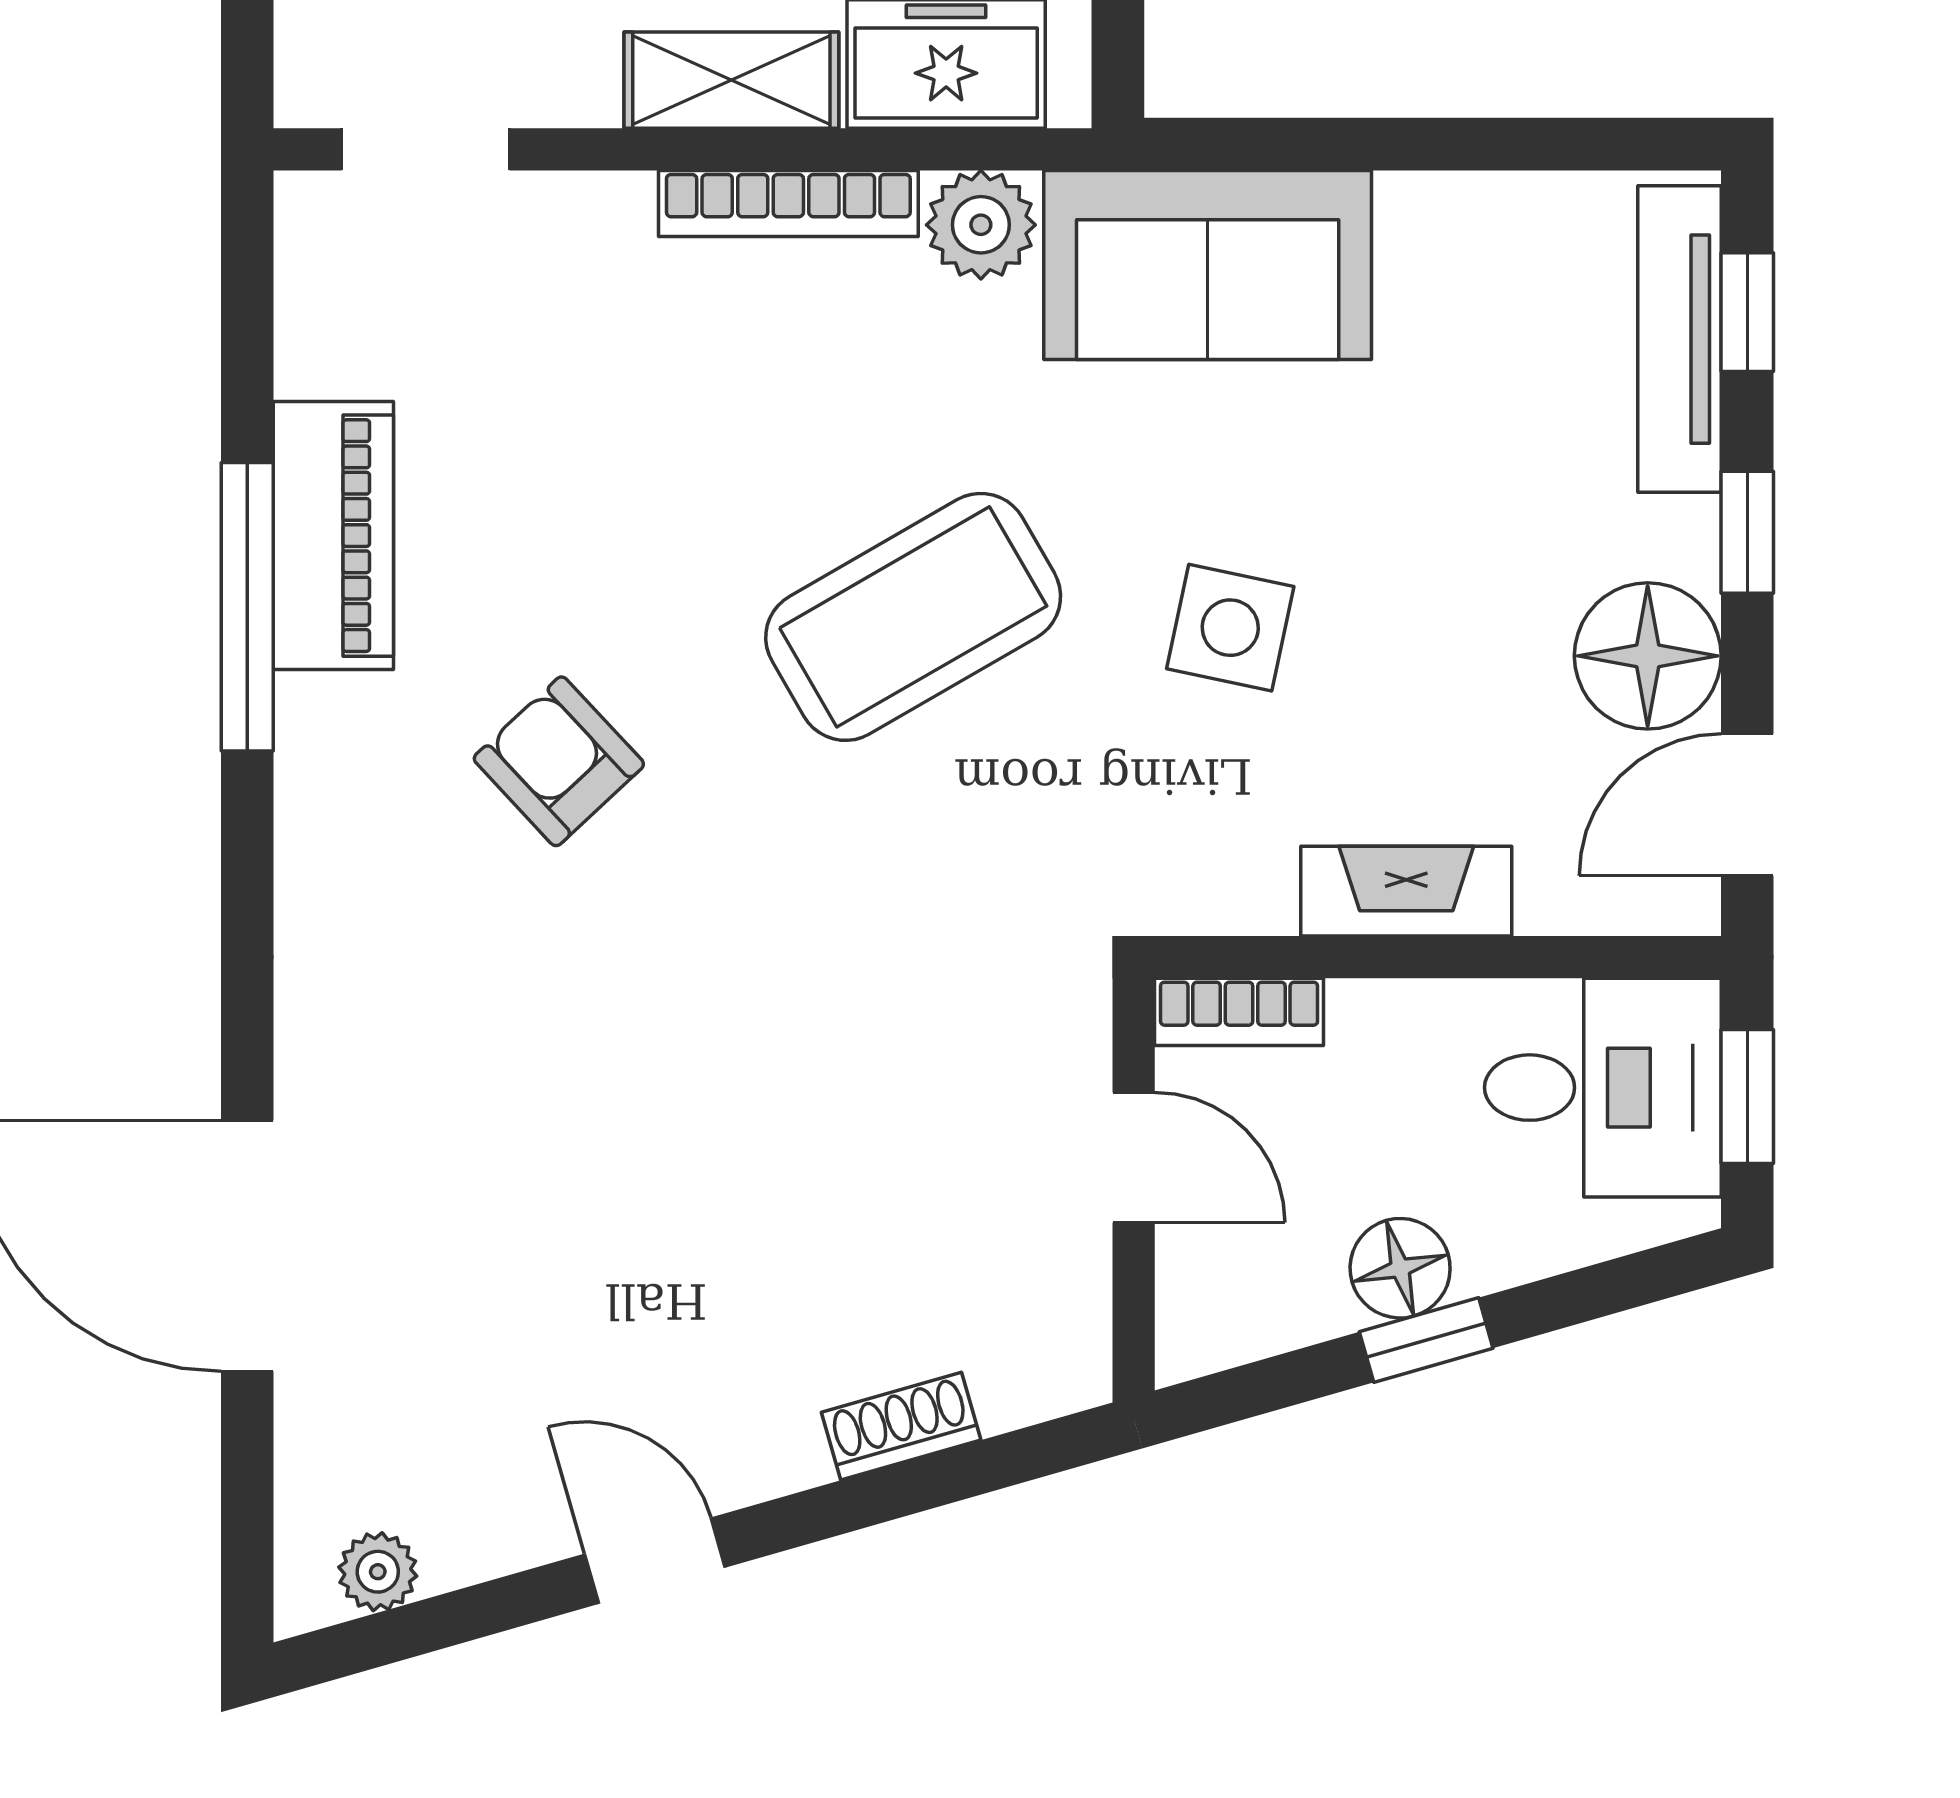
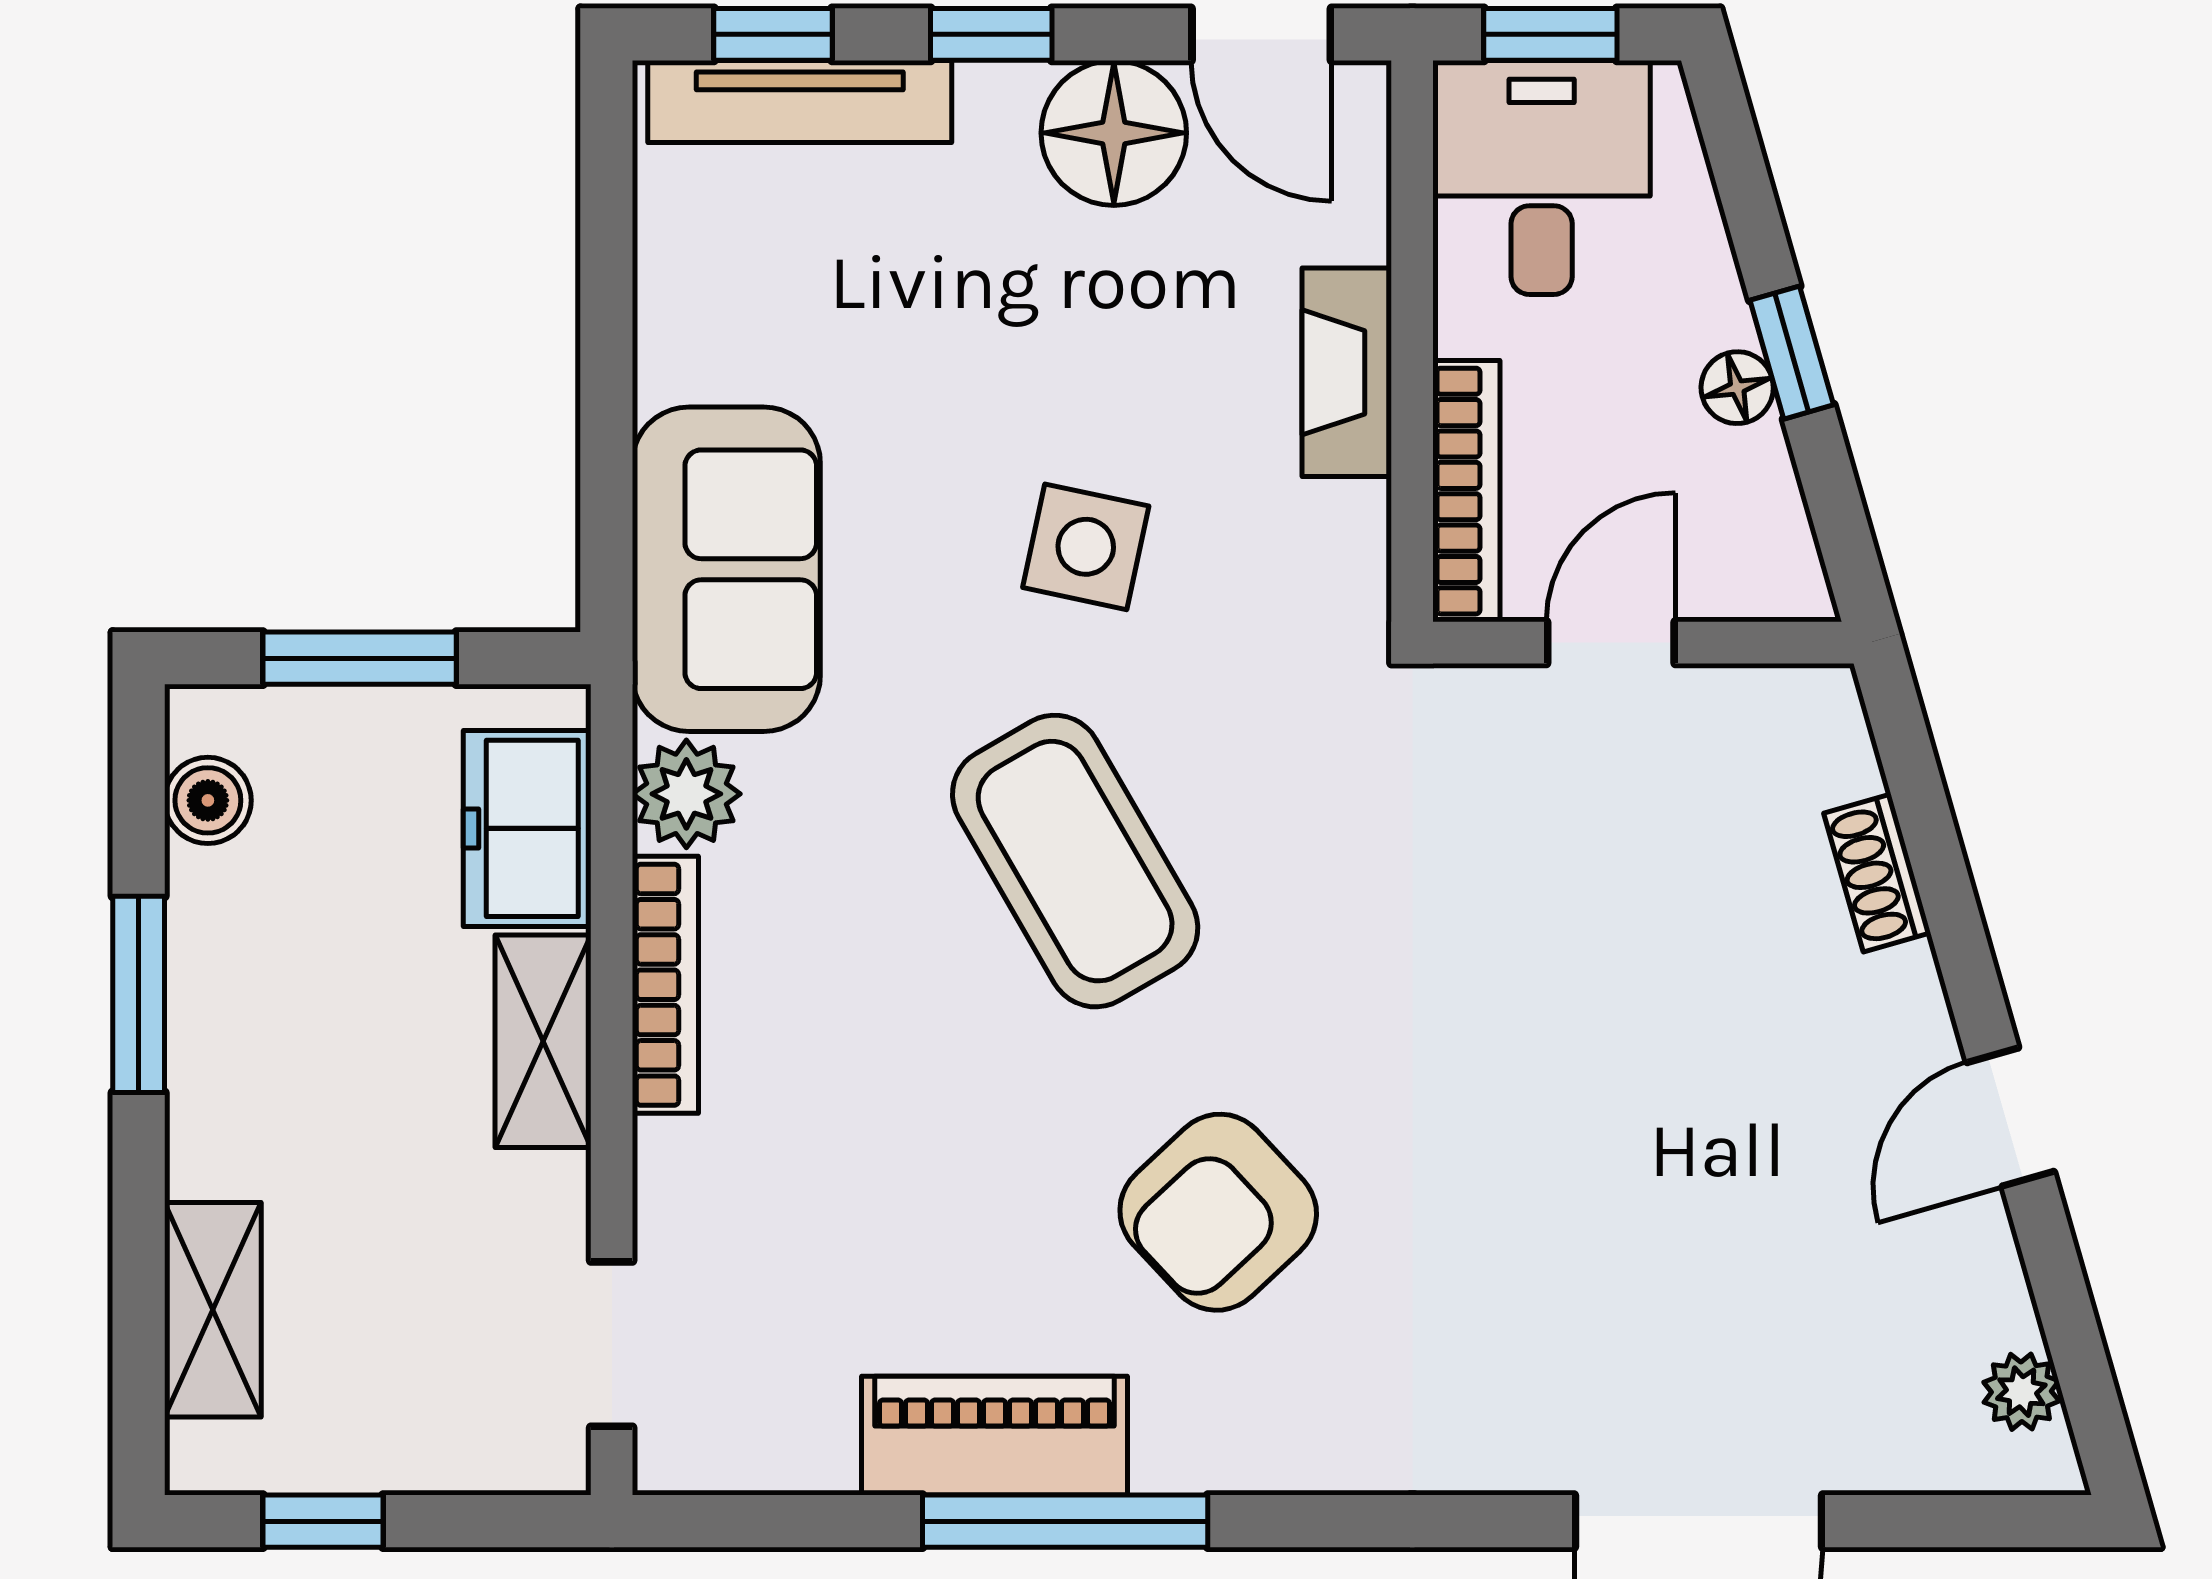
armchair: (559, 761) -> (1218, 1212), width x1.38, depth x1.38
bookcase: (1239, 1012) -> (1466, 491), width x1.56
floor lamp: (1400, 1268) -> (1737, 388), width x0.73, depth x0.73

